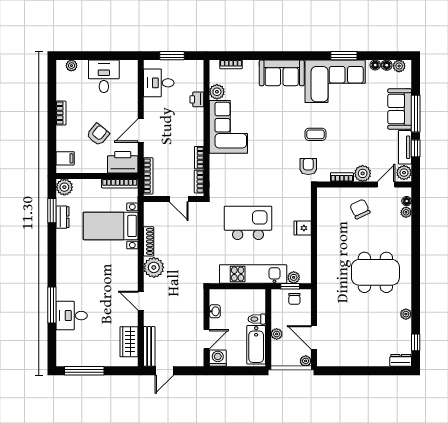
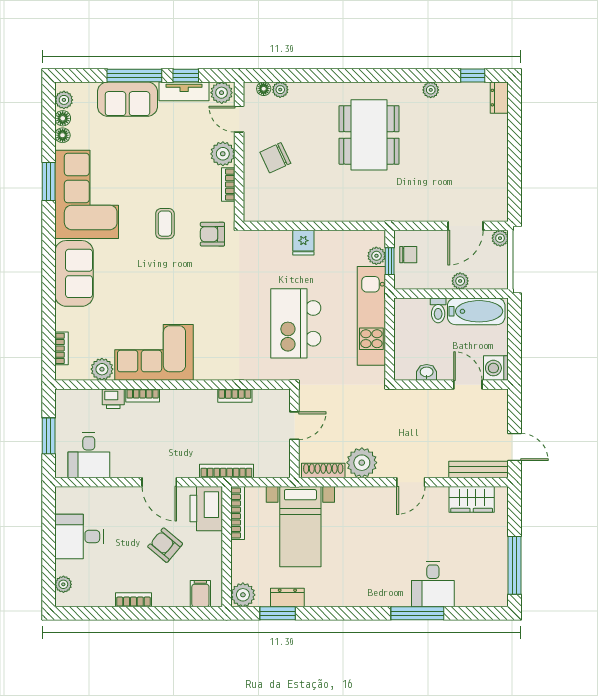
bookcase: (199, 158) -> (143, 396), moved
wall: (174, 199) -> (294, 433), moved
door: (179, 199) -> (294, 426), moved

